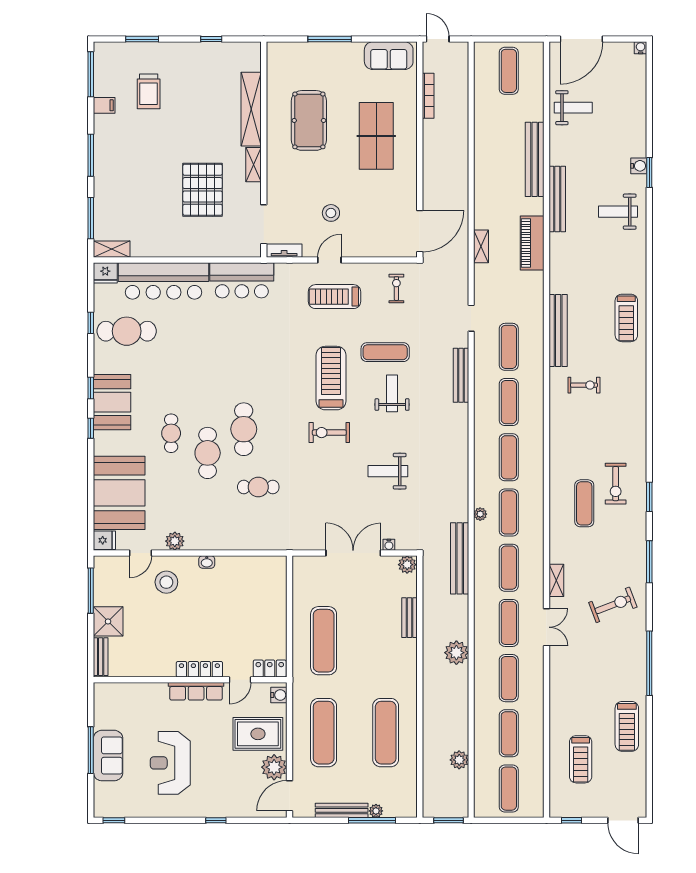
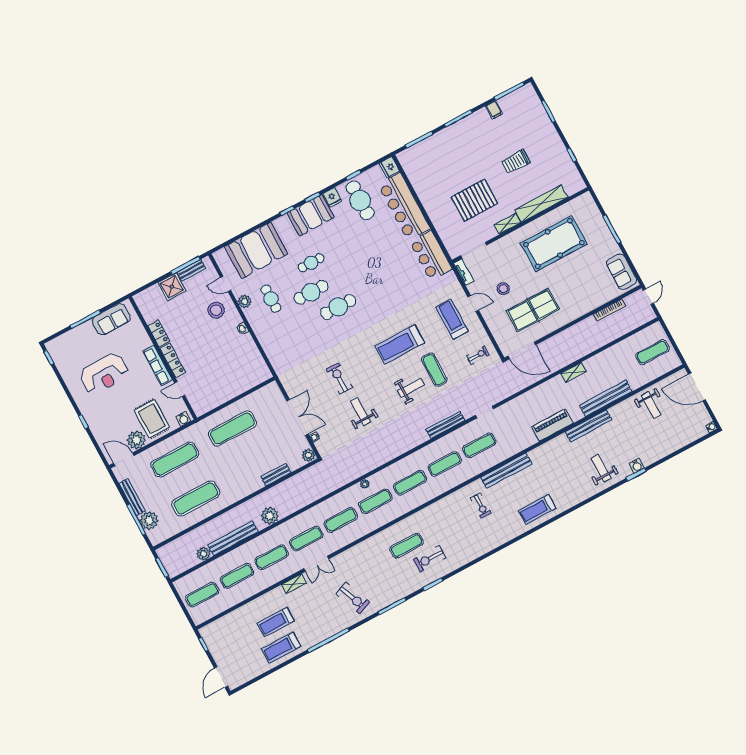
trolley: (149, 91) -> (516, 162), moved
pool table: (309, 120) -> (554, 244), width x1.36, depth x1.32
table tennis table: (376, 136) -> (533, 310), moved
shelving: (481, 246) -> (574, 372), moved
shelving: (112, 249) -> (406, 163), removed
treadmill: (331, 378) -> (400, 344), turned 180
exercise bike: (329, 433) -> (339, 378), moved
cafe table: (258, 487) -> (271, 299), moved
fridge: (104, 540) -> (332, 197), moved
bench: (460, 558) -> (233, 538), moved
shelving: (556, 580) -> (294, 584), moved
bench: (101, 657) -> (191, 270), moved
locker: (270, 669) -> (159, 333), moved
sofa: (108, 756) -> (111, 319), moved
treadmill: (581, 759) -> (276, 622), moved
reception desk: (170, 763) -> (104, 374), turned 180
plant: (376, 811) -> (149, 521), width x1.88, depth x1.88

